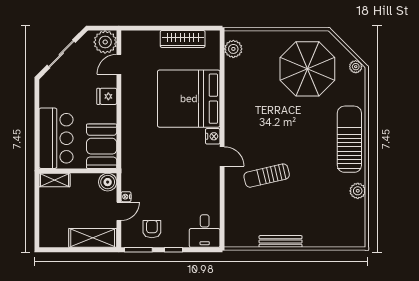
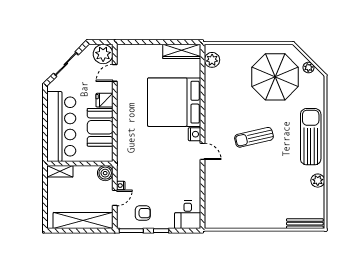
wardrobe: (183, 39) -> (182, 51), moved
plant: (356, 67) -> (309, 67), moved
bar counter: (56, 138) -> (61, 126), width x1.36
booth: (102, 146) -> (100, 127), moved
sun lounger: (267, 176) -> (254, 137), moved
armchair: (152, 229) -> (143, 213), turned 90
shelving: (93, 238) -> (83, 221), width x1.47
bench: (281, 241) -> (305, 224), moved

